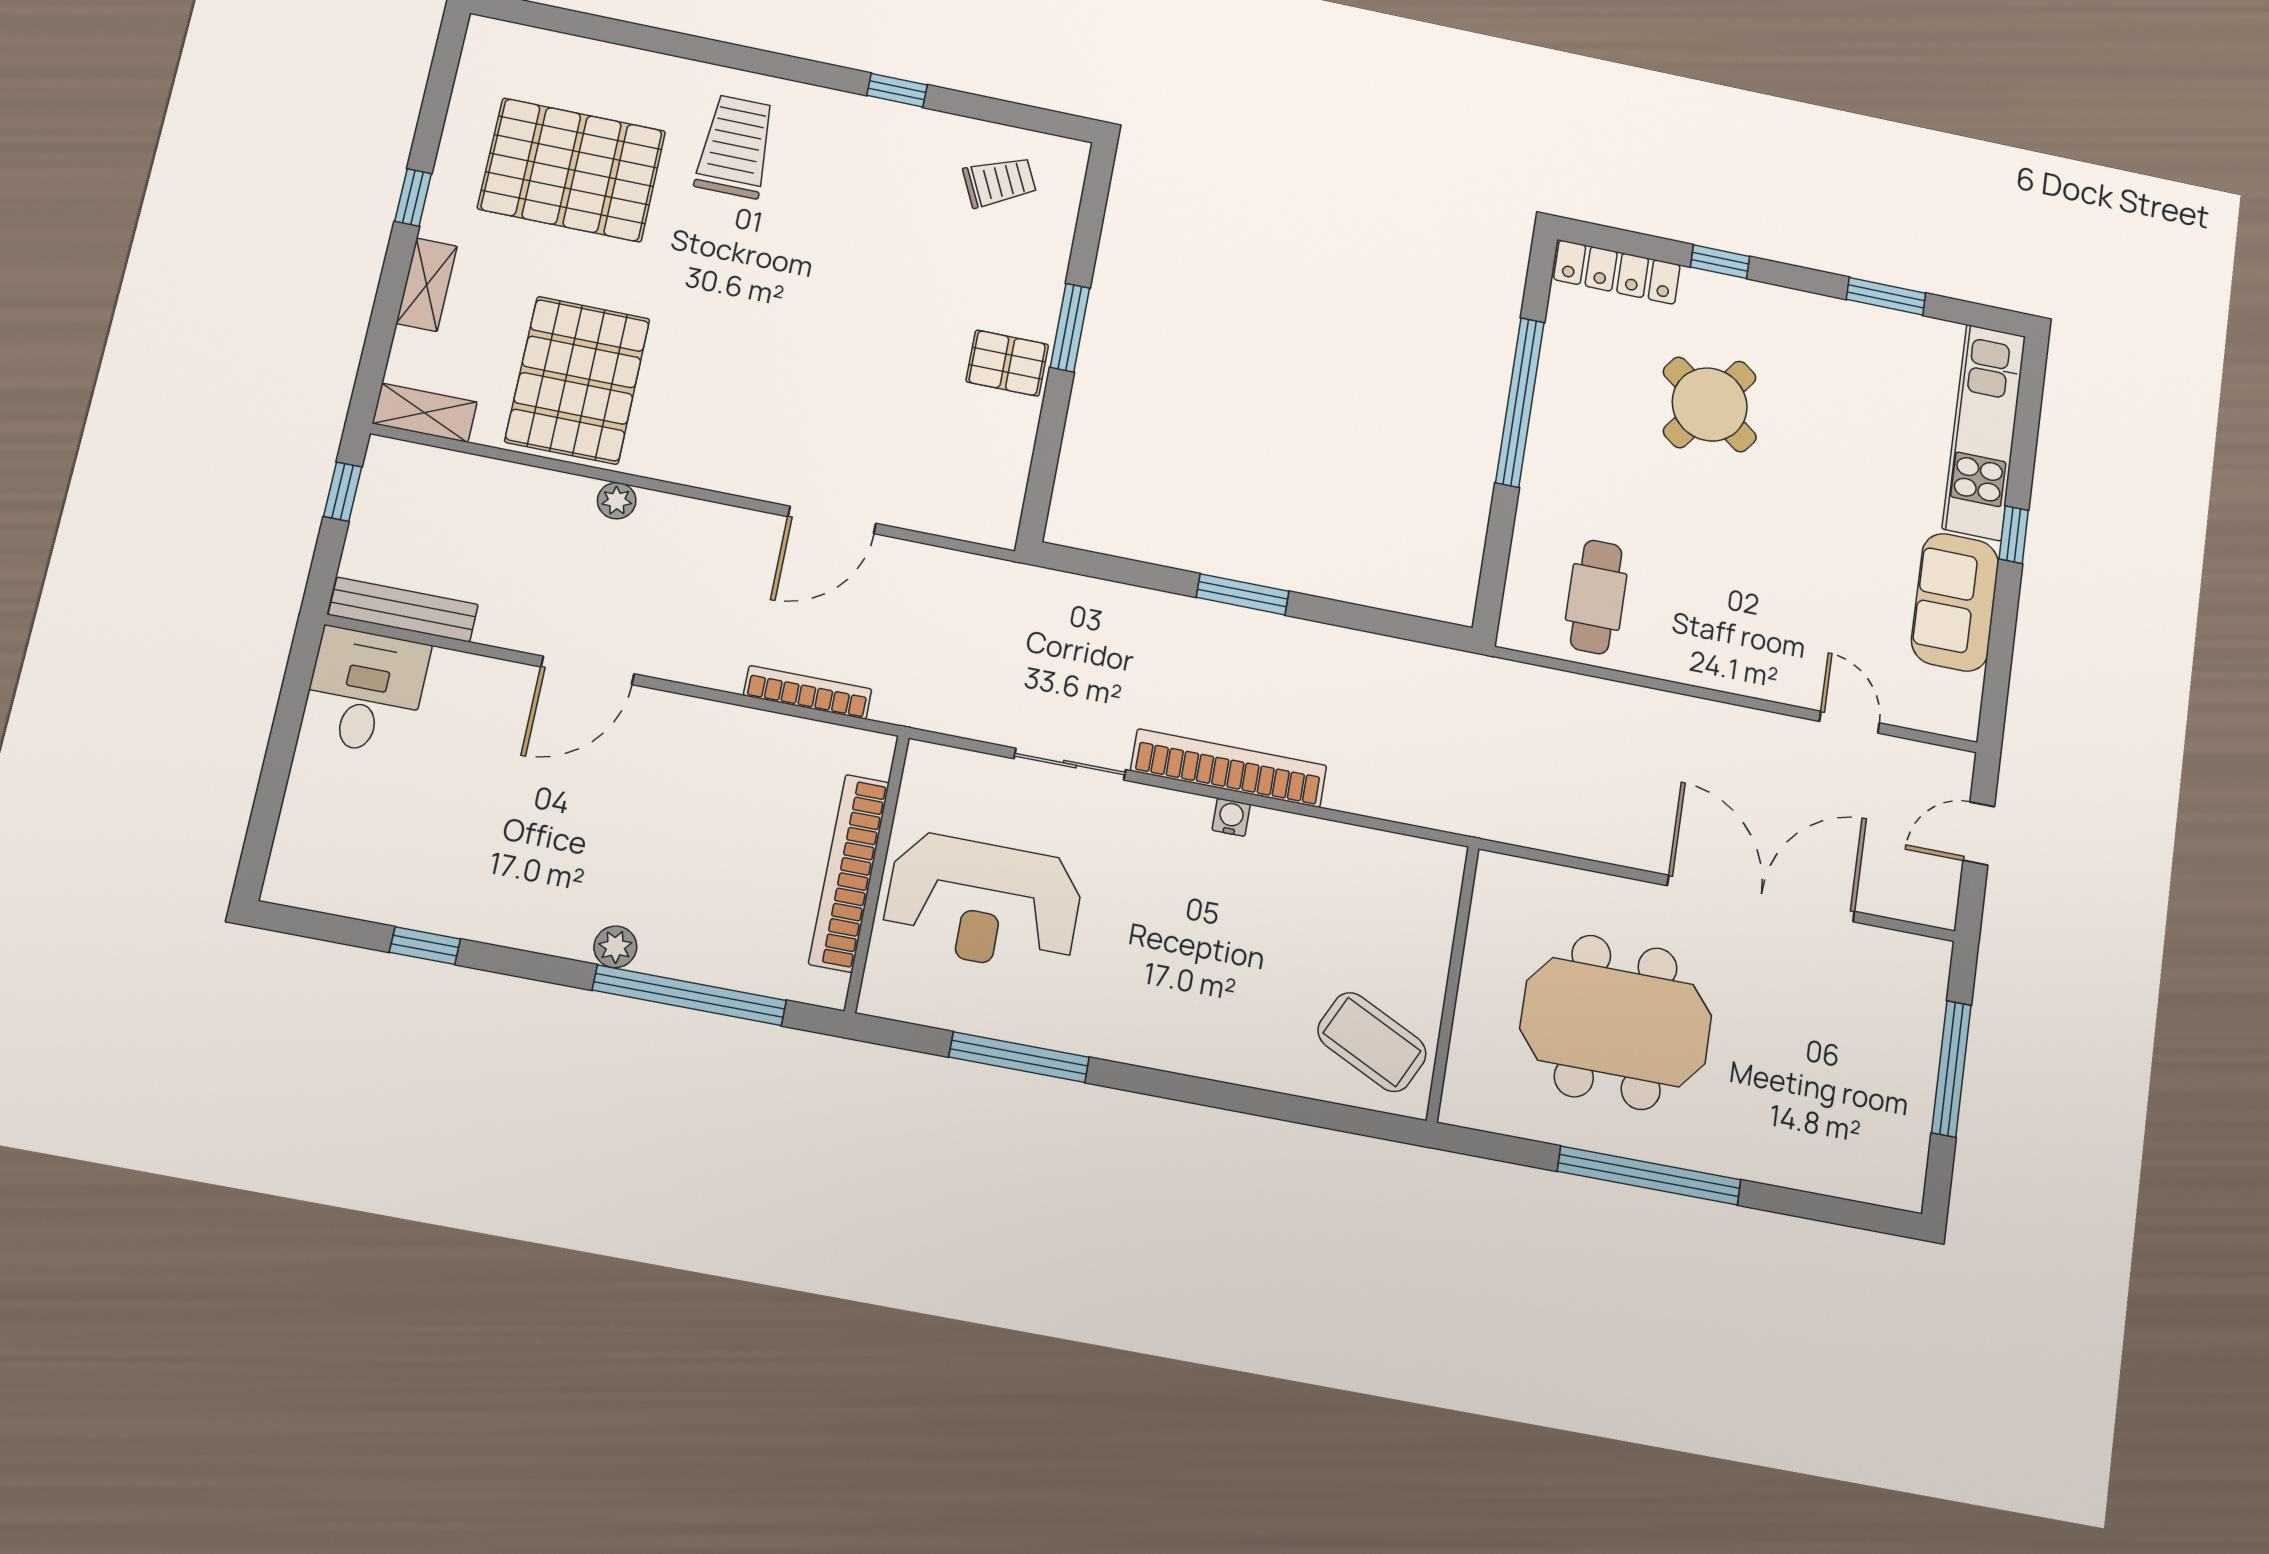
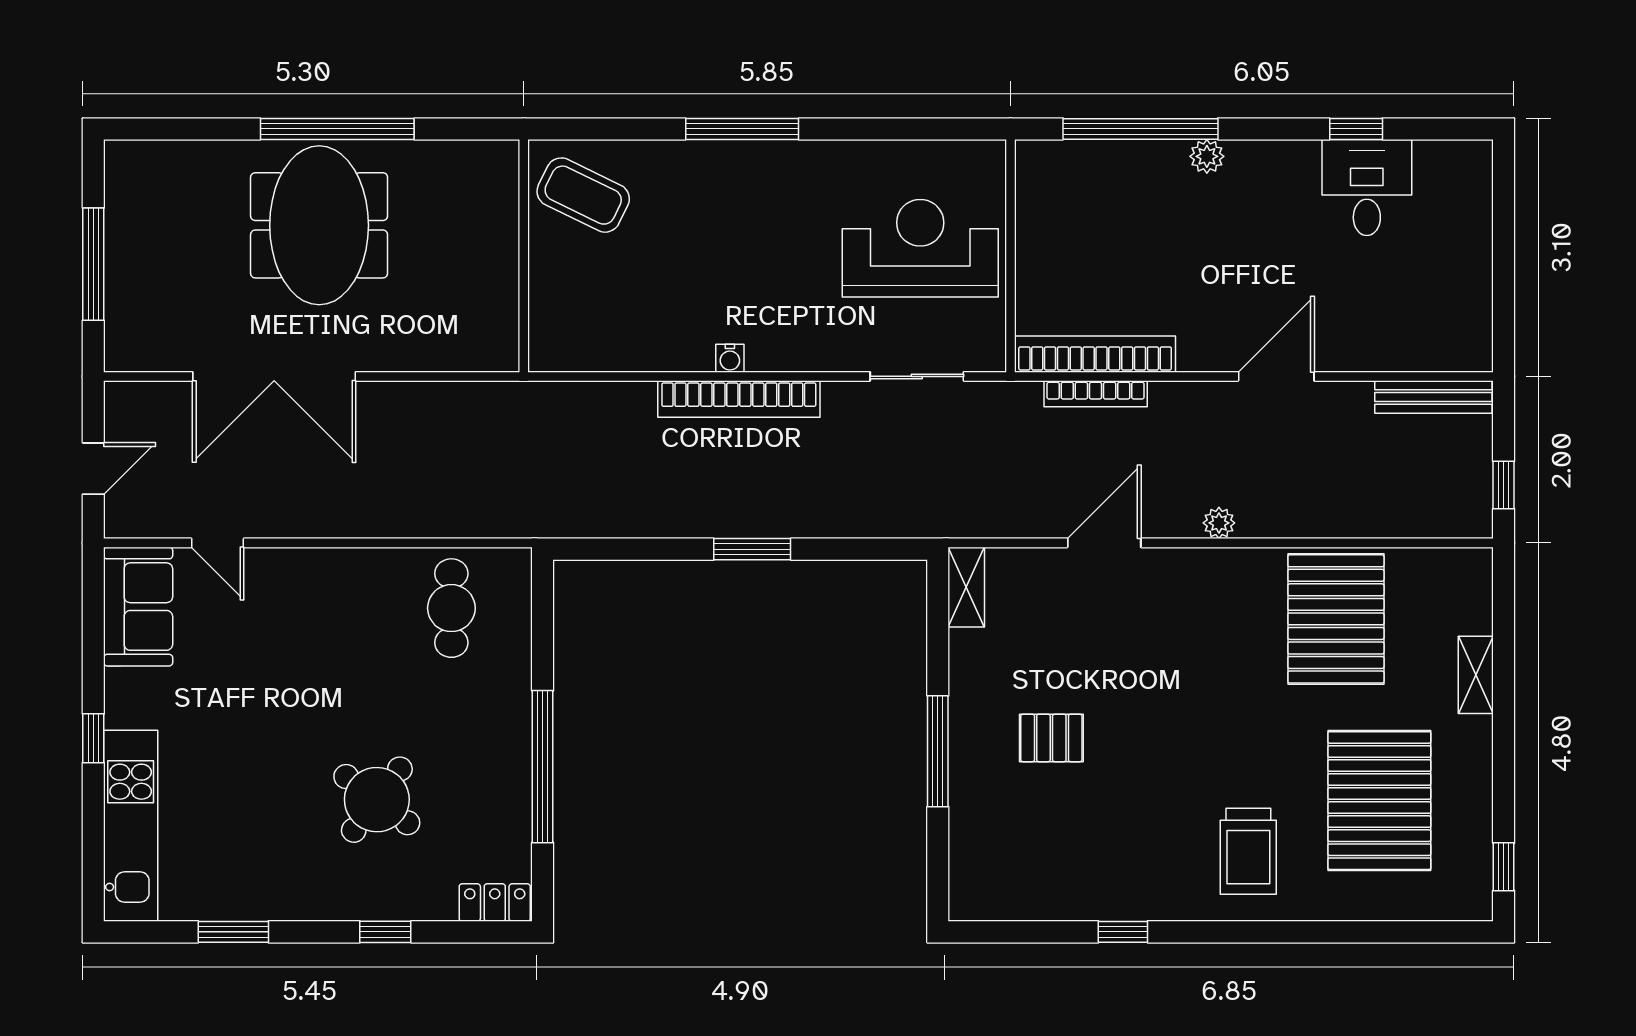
pallet: (572, 170) -> (1379, 801), turned 90
trolley: (1000, 182) -> (1021, 868), removed
window: (413, 197) -> (1504, 867), moved
locker: (1617, 272) -> (495, 903), width x0.66
window: (1070, 328) -> (938, 751), width x1.44
pallet: (1007, 363) -> (1051, 738), moved
shelving: (425, 413) -> (966, 587), moved, turned 90
plant: (617, 501) -> (1219, 523), moved
sofa: (1955, 602) -> (138, 607), moved
desk: (365, 691) -> (1367, 188), moved, turned 180
sliding door: (1070, 764) -> (917, 376), moved
bookcase: (849, 873) -> (1095, 354), moved, turned -90
meeting table: (1616, 1022) -> (319, 225), moved, turned 90
window: (1019, 1057) -> (742, 129), moved

